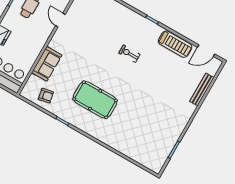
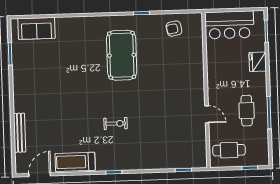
sofa: (47, 64) -> (37, 28), moved, turned -90
pool table: (95, 100) -> (122, 55), turned 90

